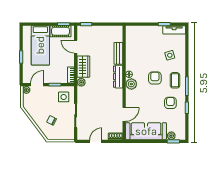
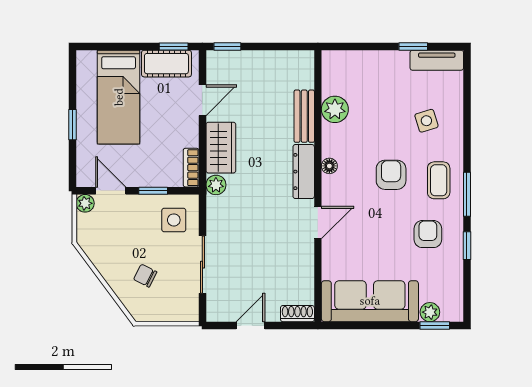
door: (76, 47) -> (202, 100), swing flipped
plant: (131, 84) -> (335, 109), moved
door: (37, 85) -> (111, 191), hinge flipped
door: (124, 114) -> (318, 222), moved

